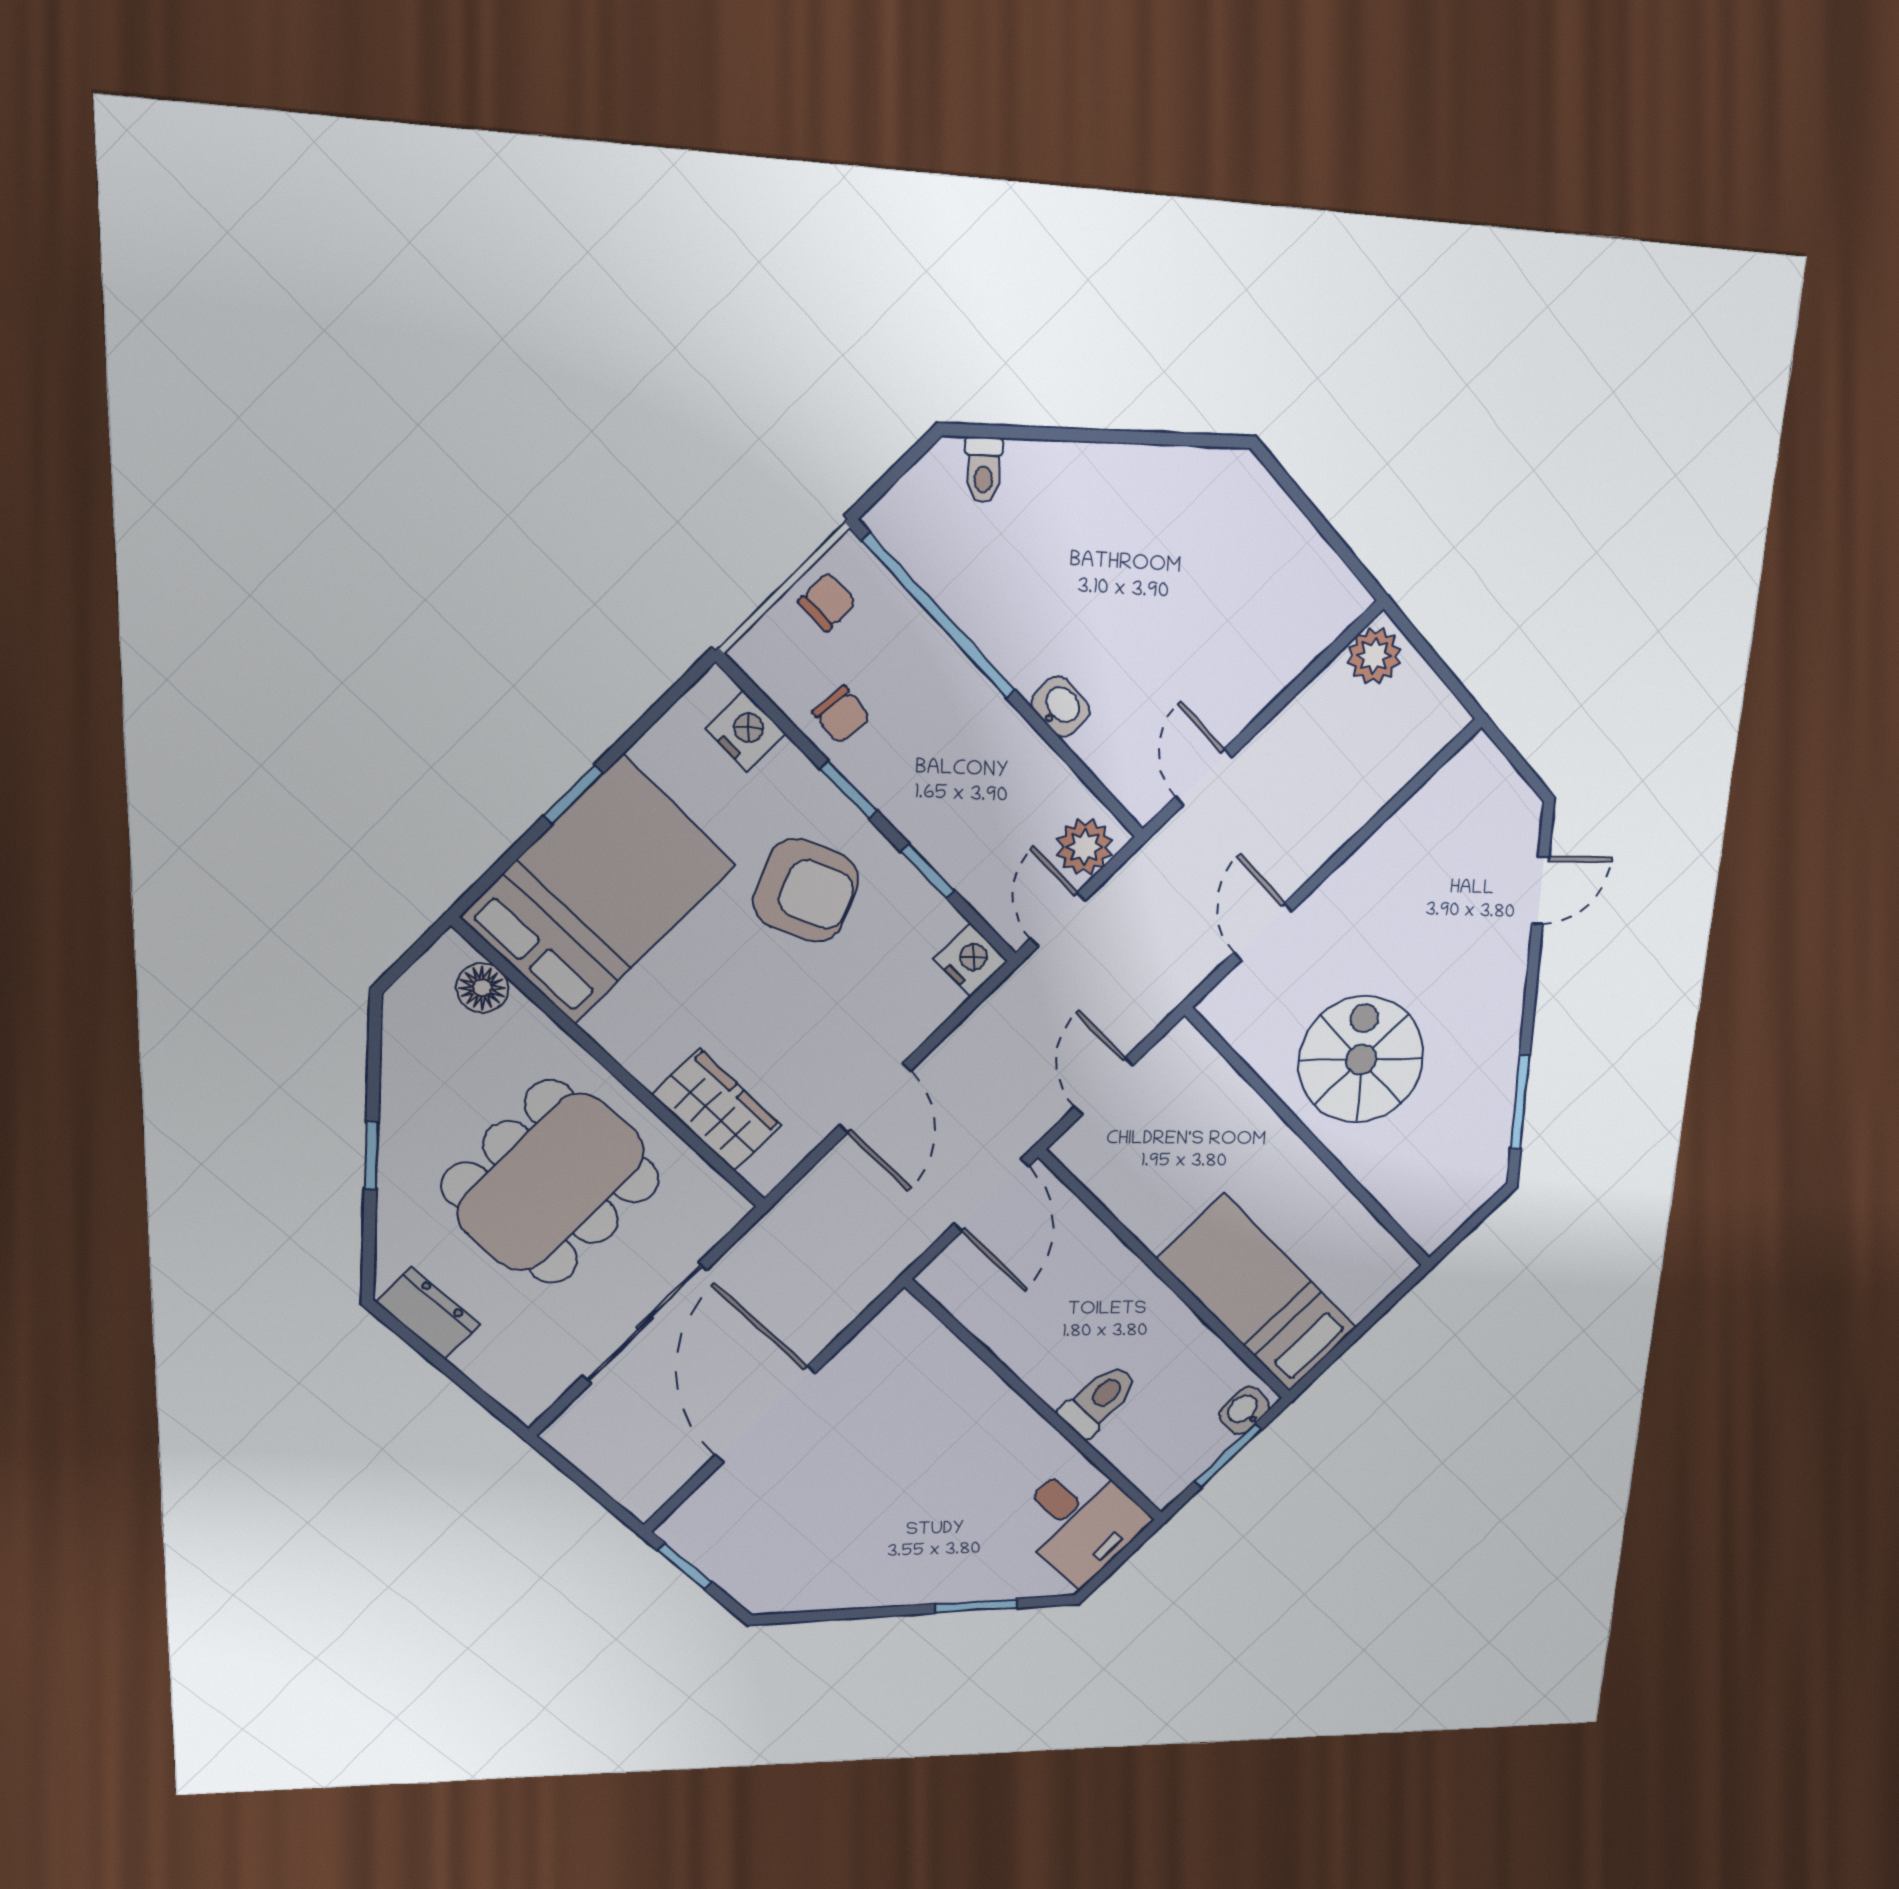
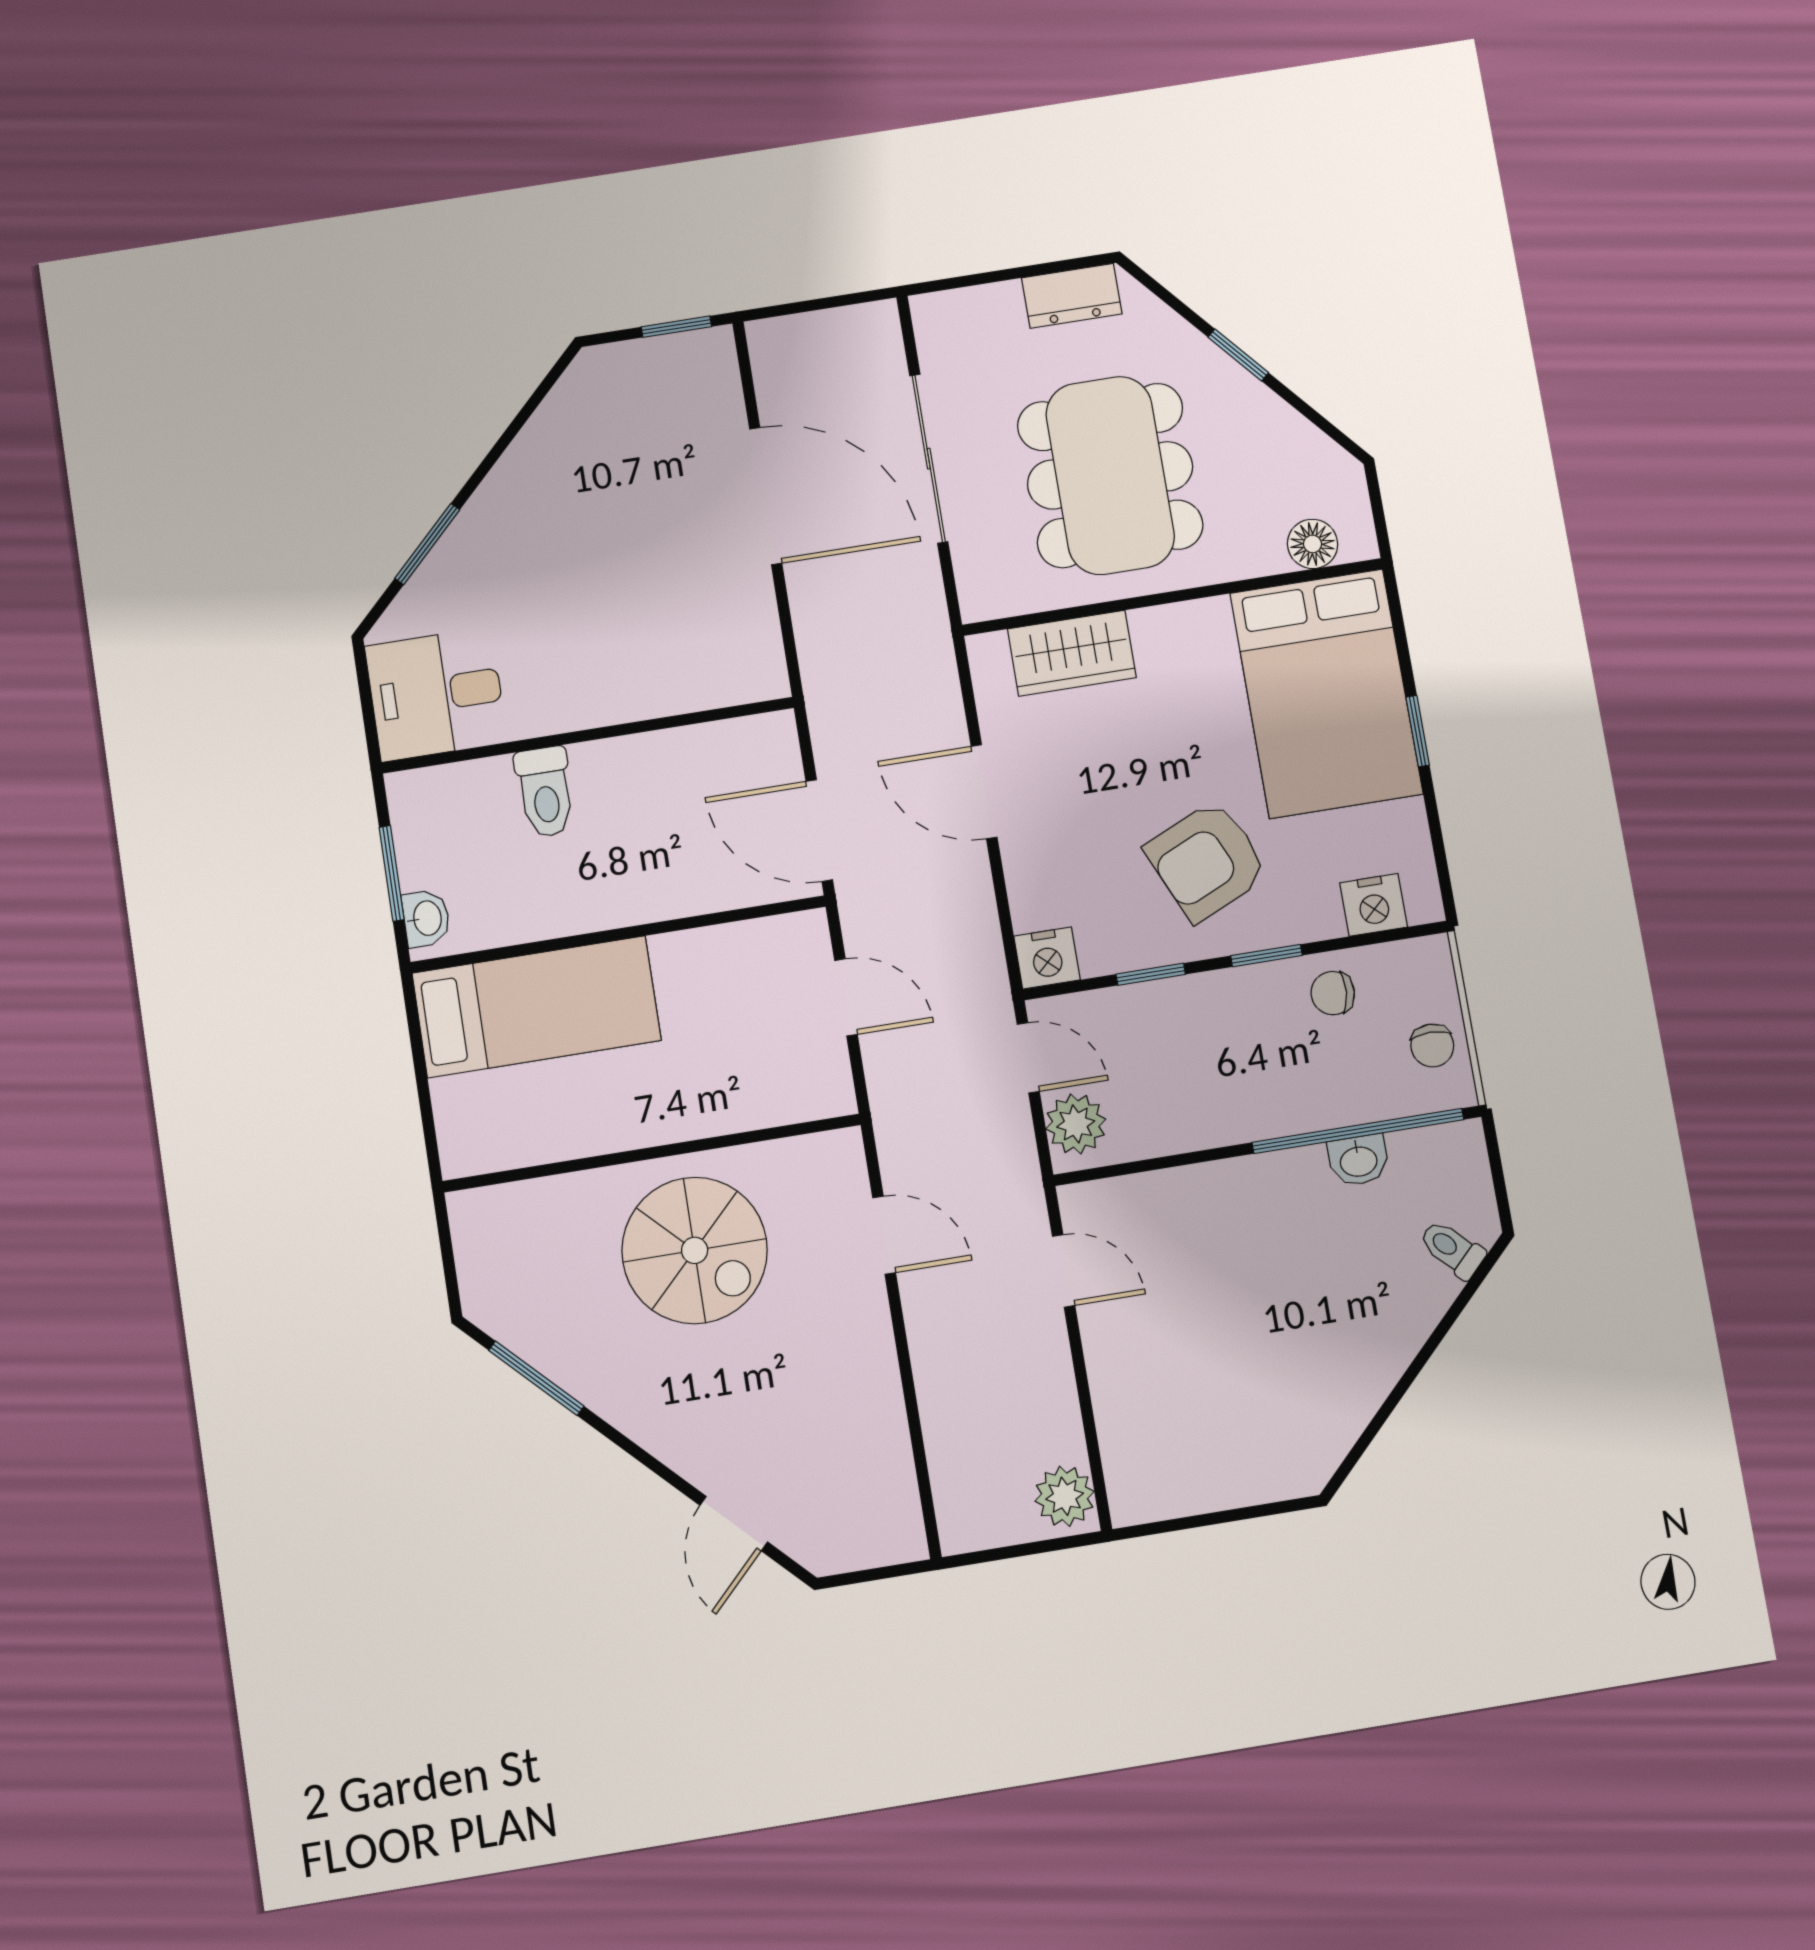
washbasin: (1061, 707) -> (1358, 1160), moved

